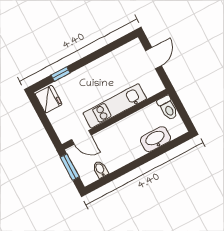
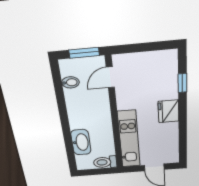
fridge: (49, 99) -> (169, 111), moved, turned 90
kitchen unit: (115, 106) -> (129, 139), moved

